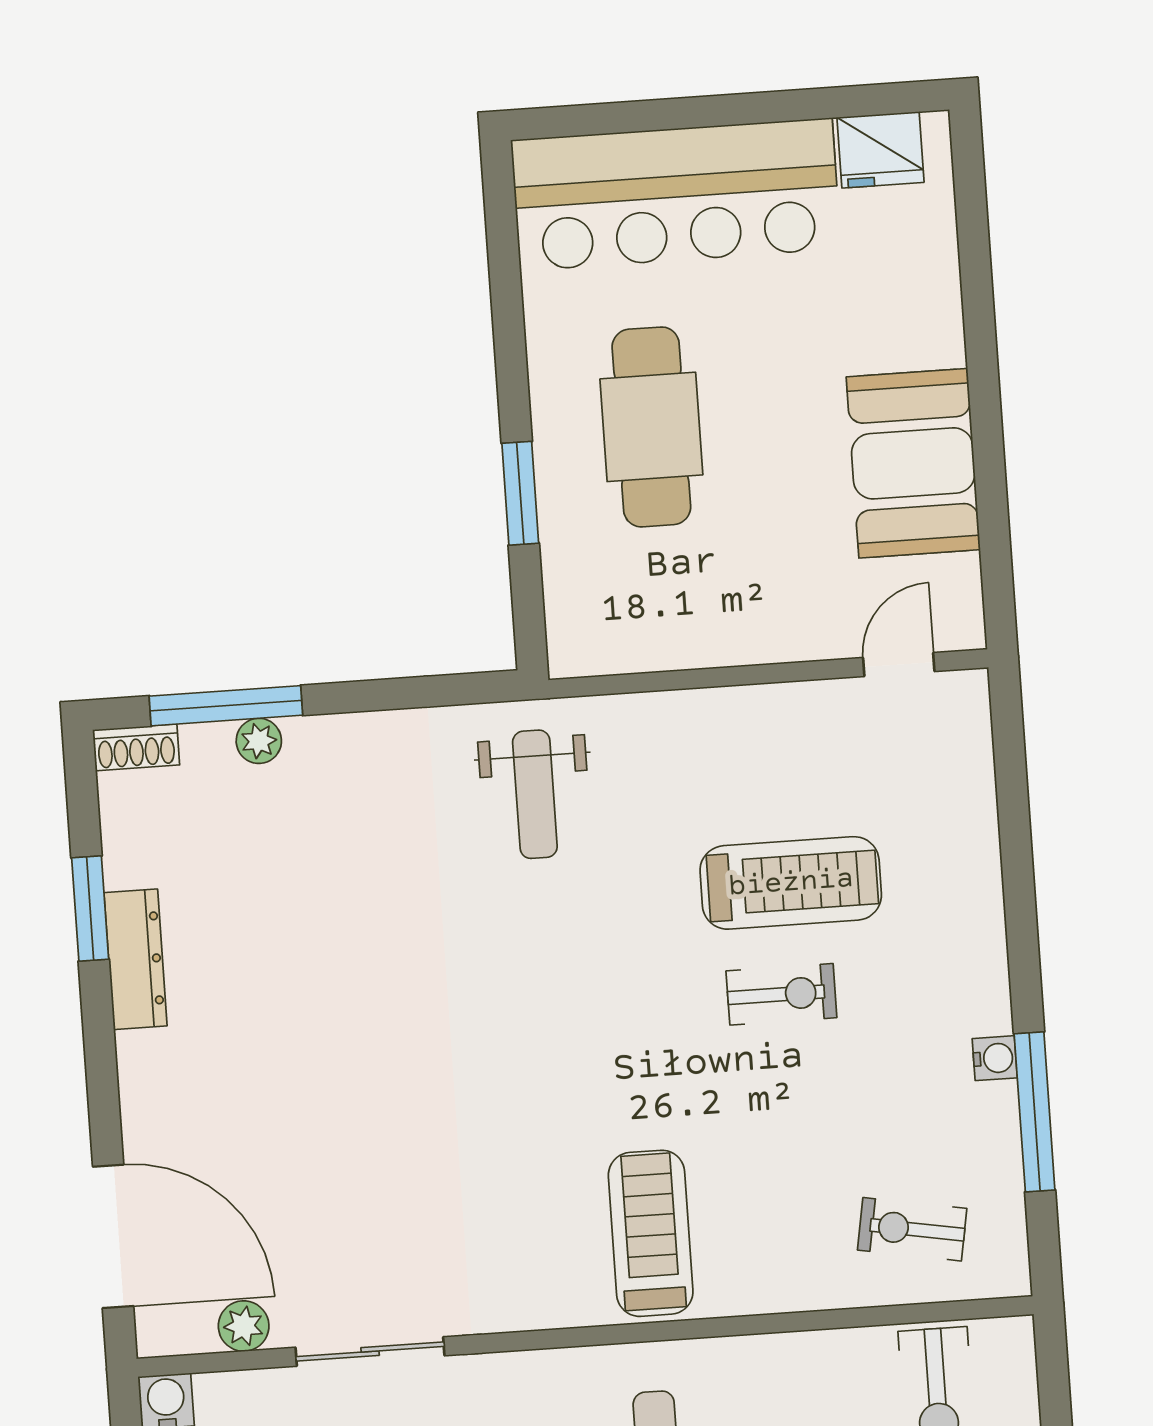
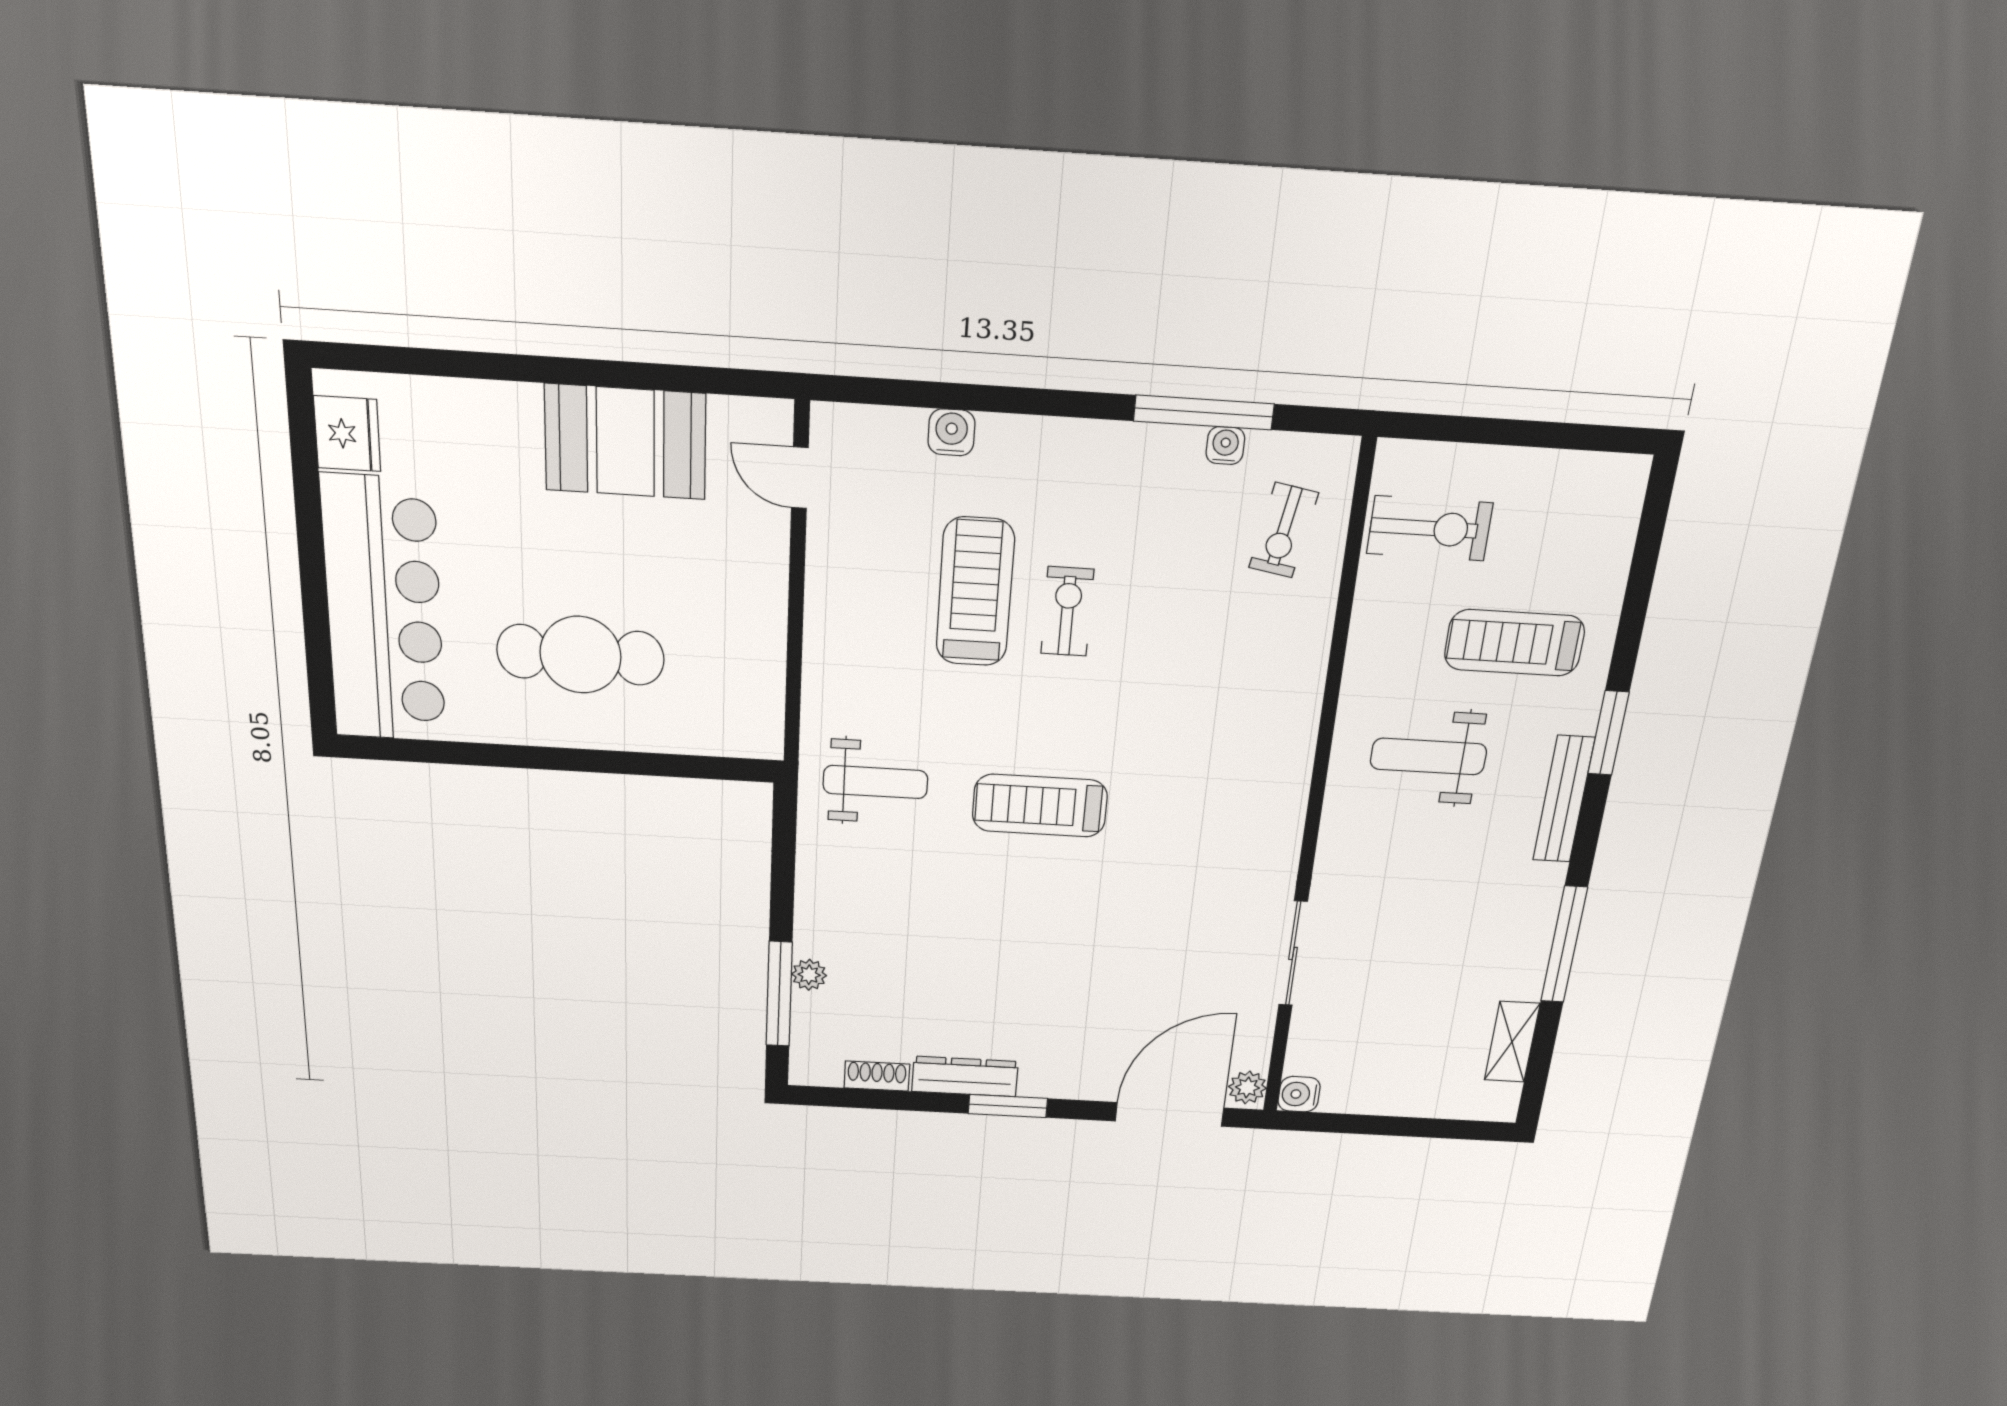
window: (520, 493) -> (629, 763), removed
shoe rack: (136, 747) -> (877, 1076), moved, turned -90
water cooler: (974, 830) -> (951, 432), added
window: (90, 909) -> (1008, 1106), moved
water cooler: (995, 1058) -> (1225, 446), moved
treadmill: (651, 1233) -> (1040, 806), moved
plant: (244, 1326) -> (1247, 1087), moved

